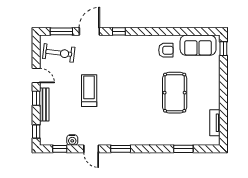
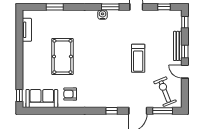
exercise bike: (59, 53) -> (165, 92), turned 61
water cooler: (72, 140) -> (103, 15), moved

